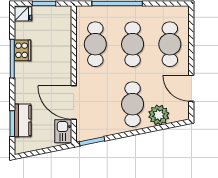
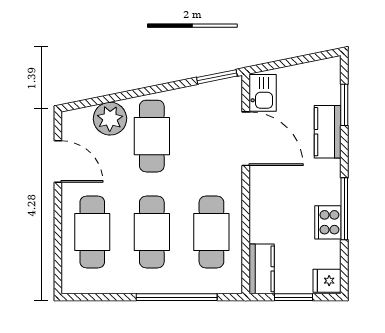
kitchen counter: (64, 21) -> (262, 269), added
kitchen counter: (23, 120) -> (328, 132), moved

